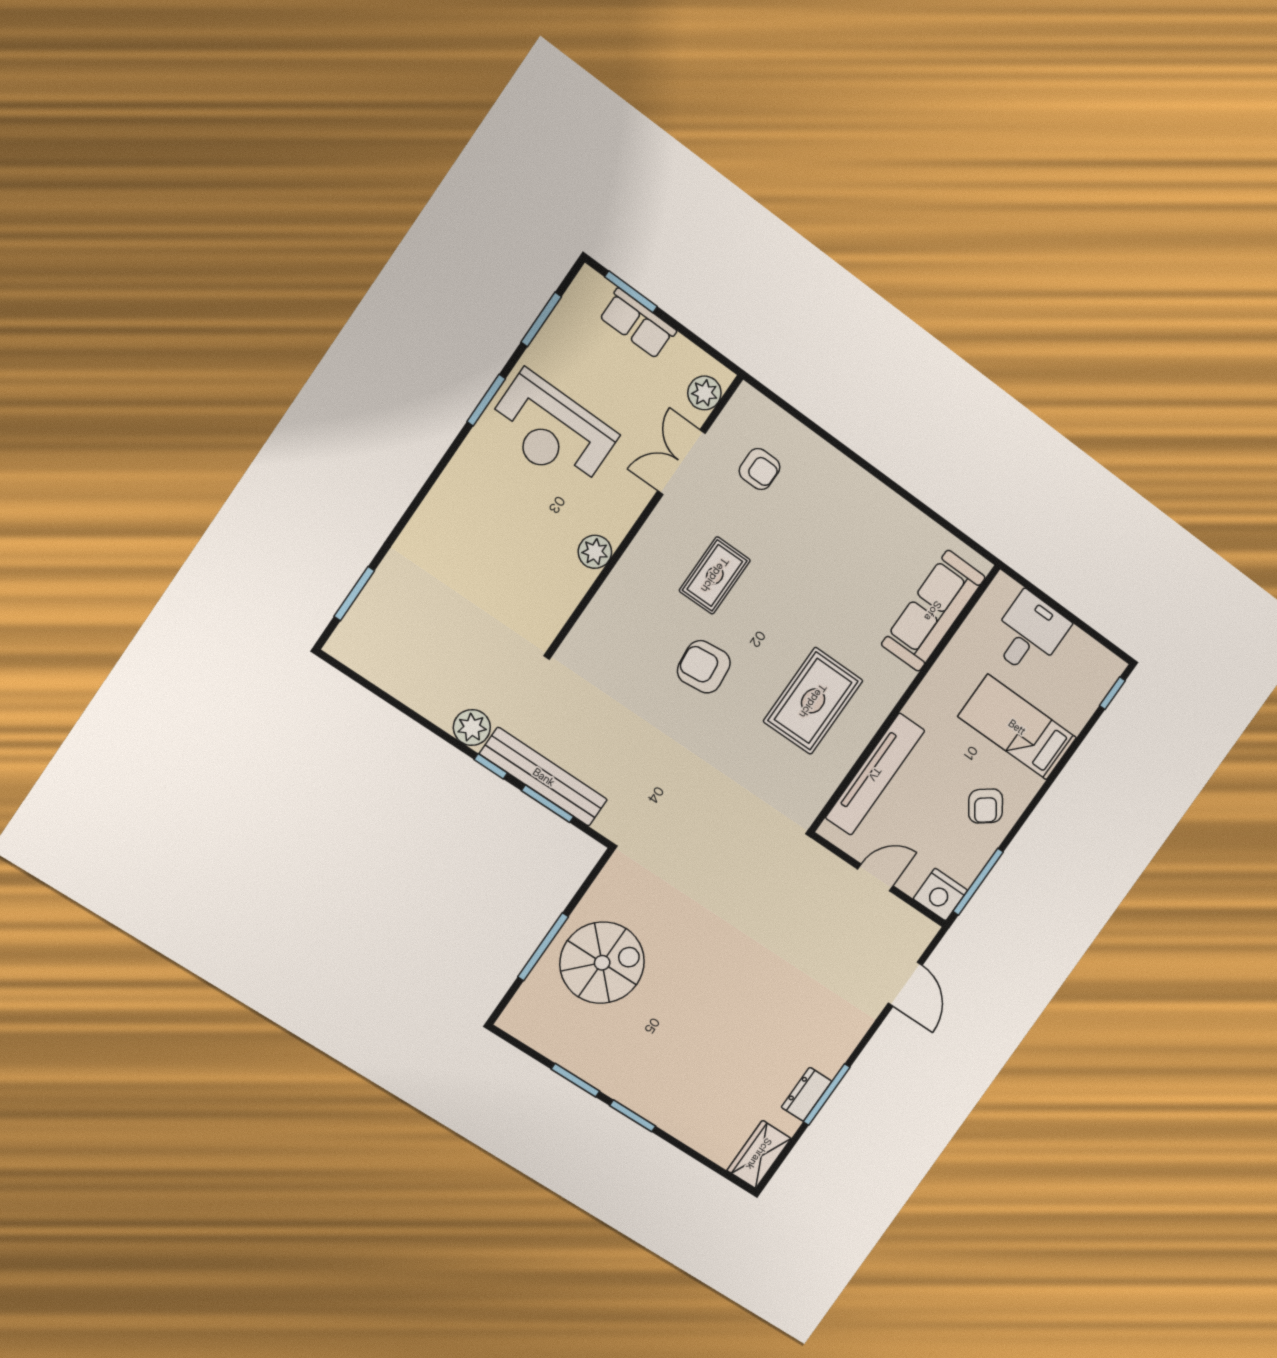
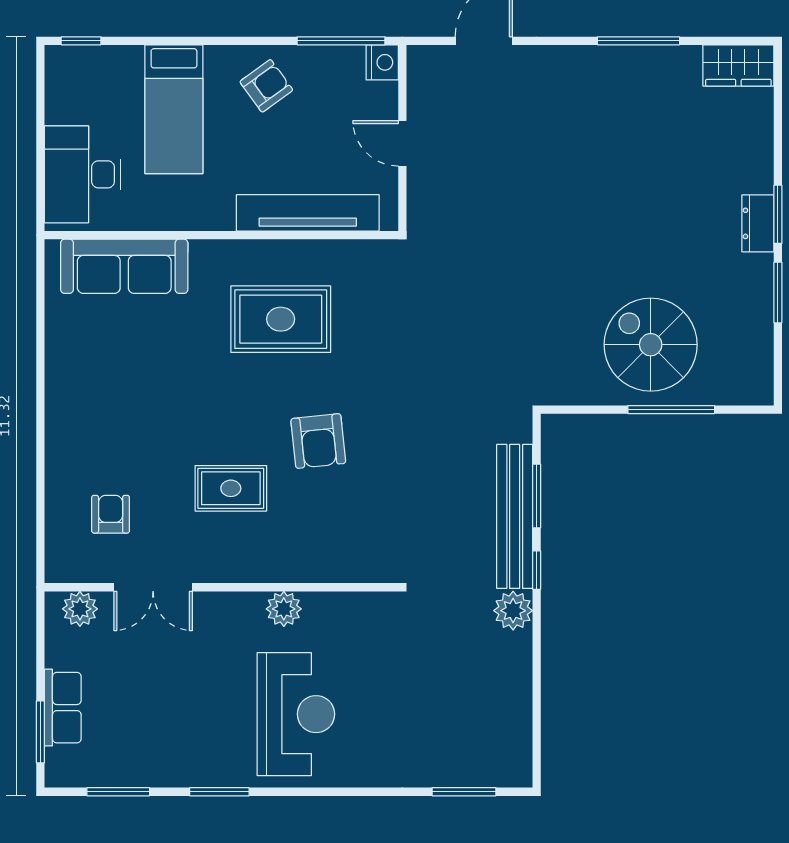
reception desk: (552, 431) -> (296, 714), moved
desk: (1029, 634) -> (83, 174), width x1.37
nightstand: (940, 894) -> (382, 62), width x0.74, depth x0.75
dresser: (806, 1094) -> (758, 223), moved, turned 90

